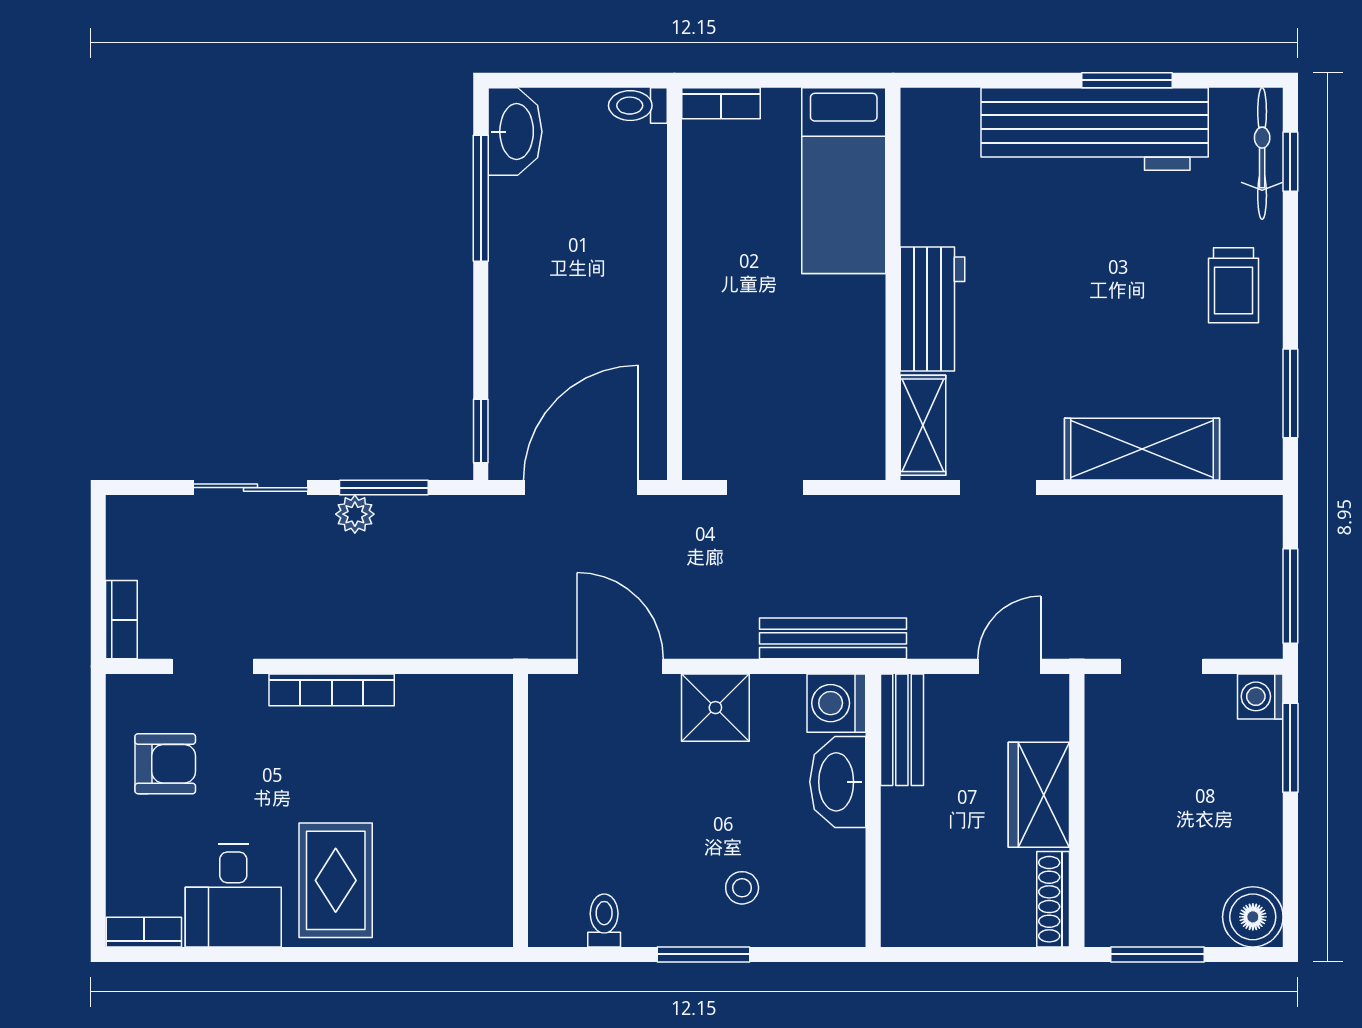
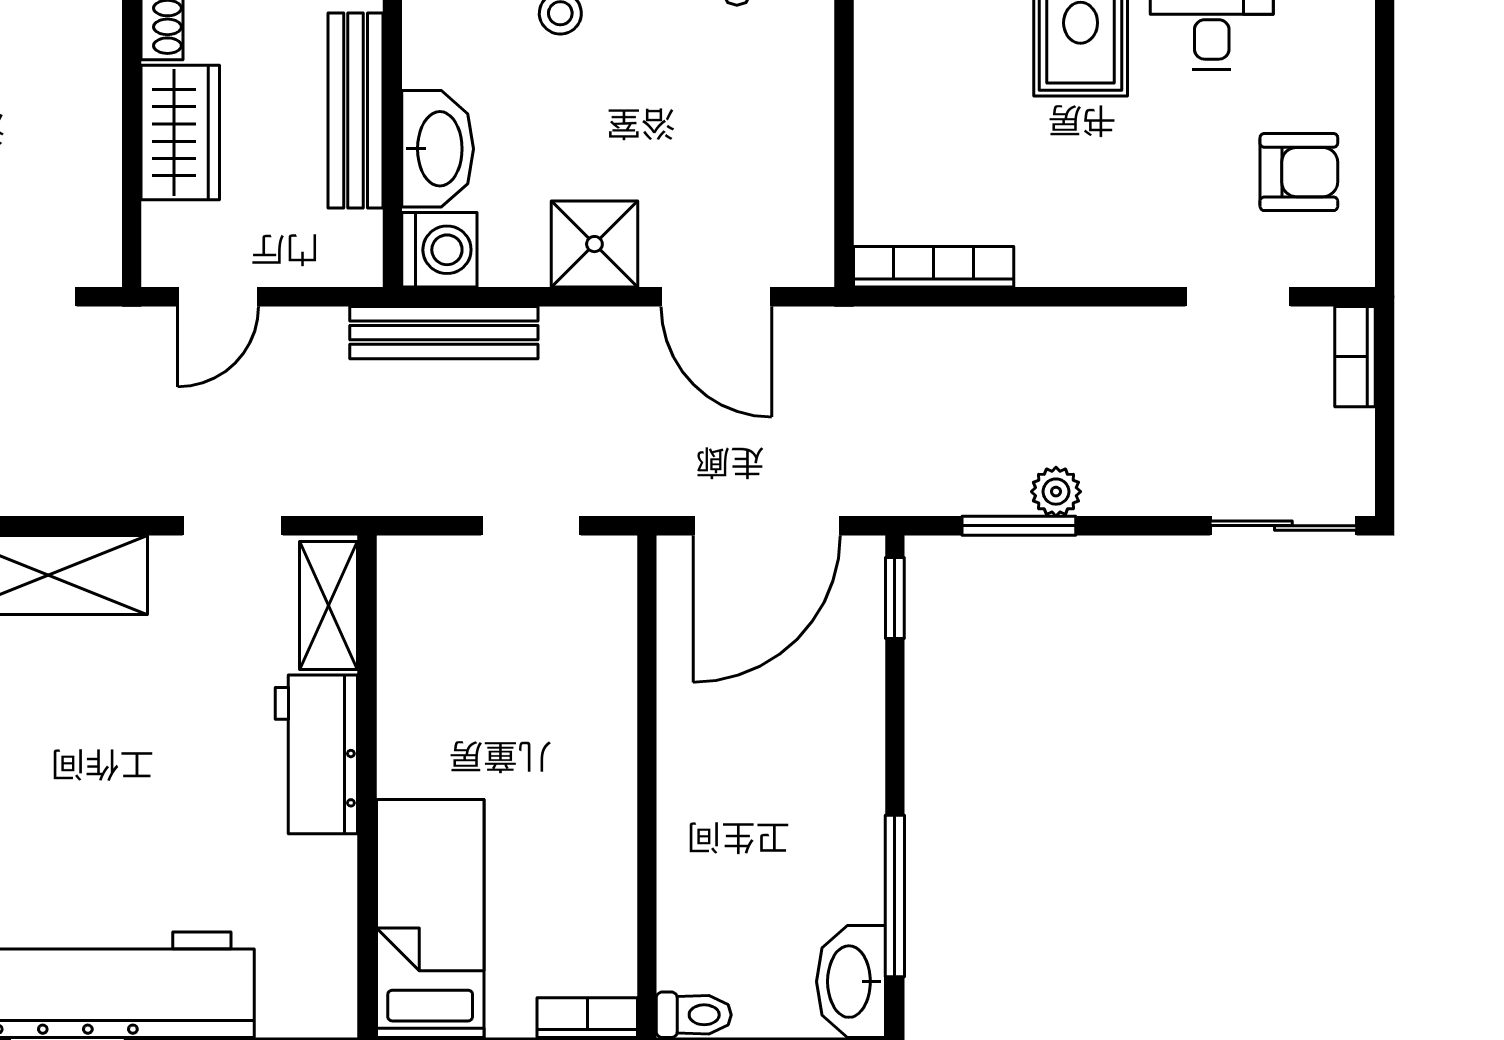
sliding door: (251, 488) -> (1283, 526), moved
bookcase: (332, 690) -> (934, 267), moved
bench: (902, 730) -> (356, 110), moved, width x1.36
armchair: (165, 764) -> (1299, 172), turned 180

